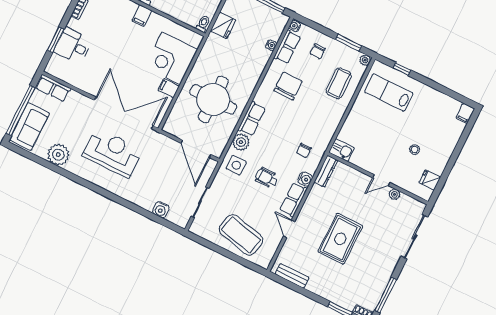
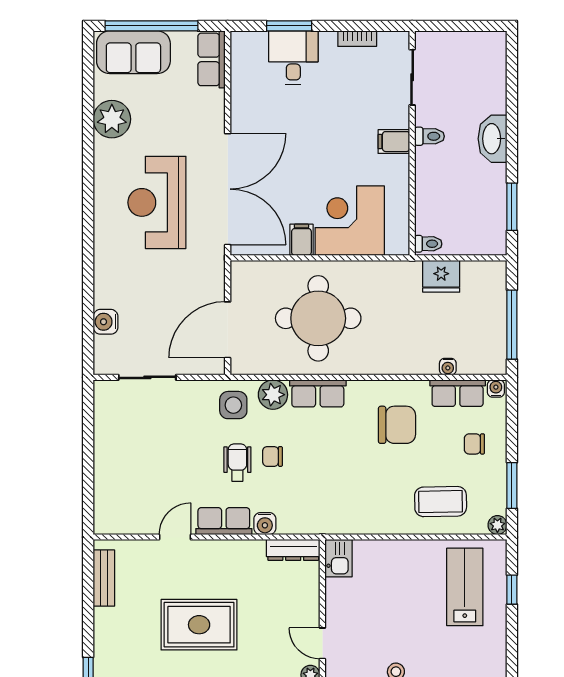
chair: (304, 150) -> (272, 456), moved
reception desk: (113, 153) -> (157, 202), turned 180
coffee table: (241, 235) -> (128, 467), removed

